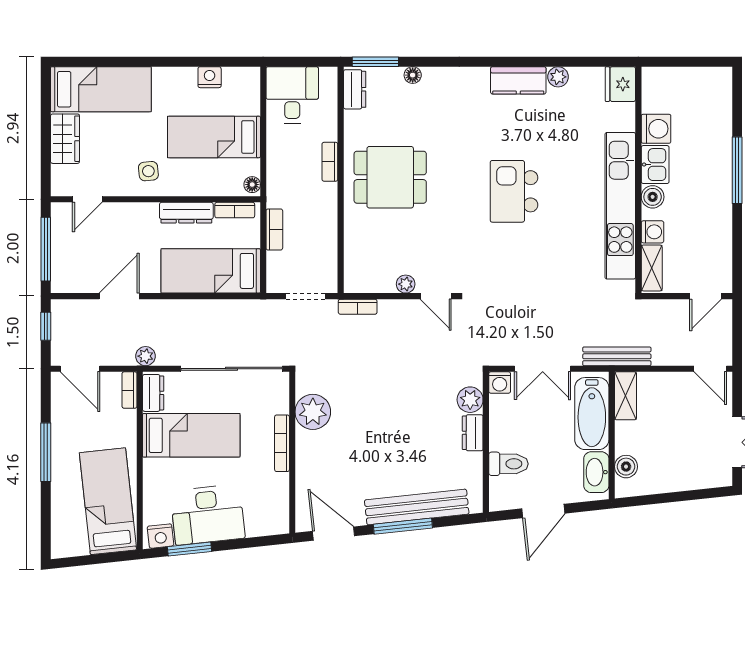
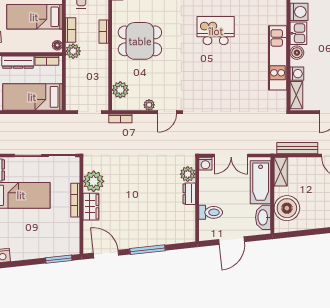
kitchen island: (514, 191) -> (216, 31), moved, turned 90
plant: (279, 194) -> (73, 51), added
kitchen unit: (620, 206) -> (278, 58), width x0.73
bookcase: (274, 229) -> (71, 30), moved
plant: (357, 259) -> (120, 90), added
door: (436, 296) -> (167, 112), hinge flipped
bench: (617, 356) -> (297, 148), moved
wardrobe: (308, 454) -> (91, 207), added
boiler: (626, 467) -> (287, 208), width x1.86, depth x1.86
bench: (417, 507) -> (156, 238), removed
desk: (208, 515) -> (31, 243), removed
window: (190, 549) -> (59, 259), moved

